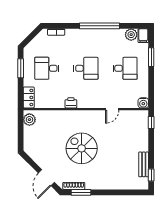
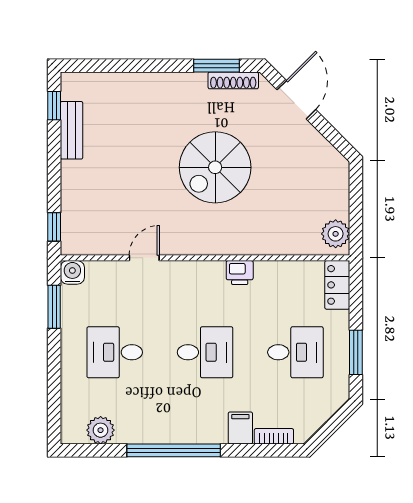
filing cabinet: (143, 36) -> (240, 428), moved
window: (151, 57) -> (54, 307), moved
desk: (86, 68) -> (205, 352), turned 180
spiral stairs: (82, 148) -> (215, 167), turned 90

